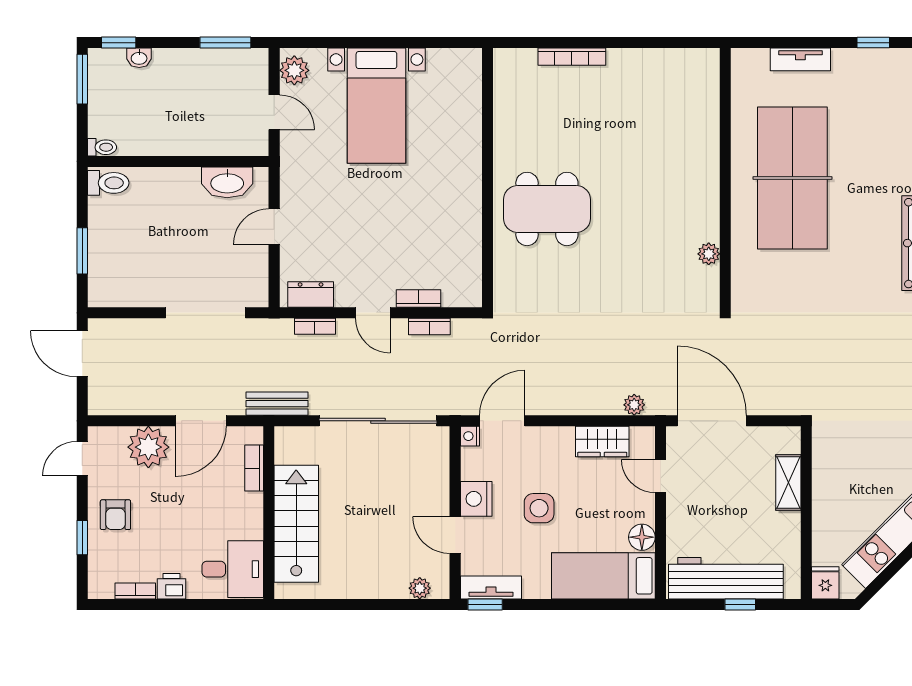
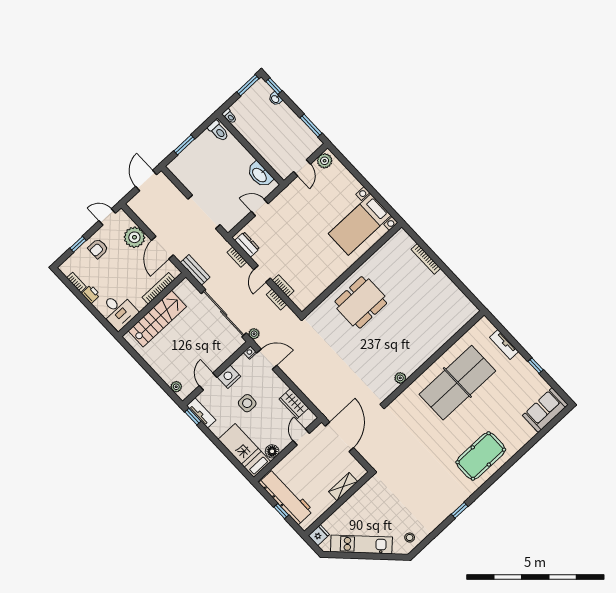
bed with nightstands: (376, 106) -> (360, 225), moved
dining table: (547, 209) -> (361, 302), turned 90
plant: (634, 405) -> (254, 334), moved
door: (201, 421) -> (162, 248), hinge flipped
bookcase: (254, 468) -> (158, 288), width x1.56

